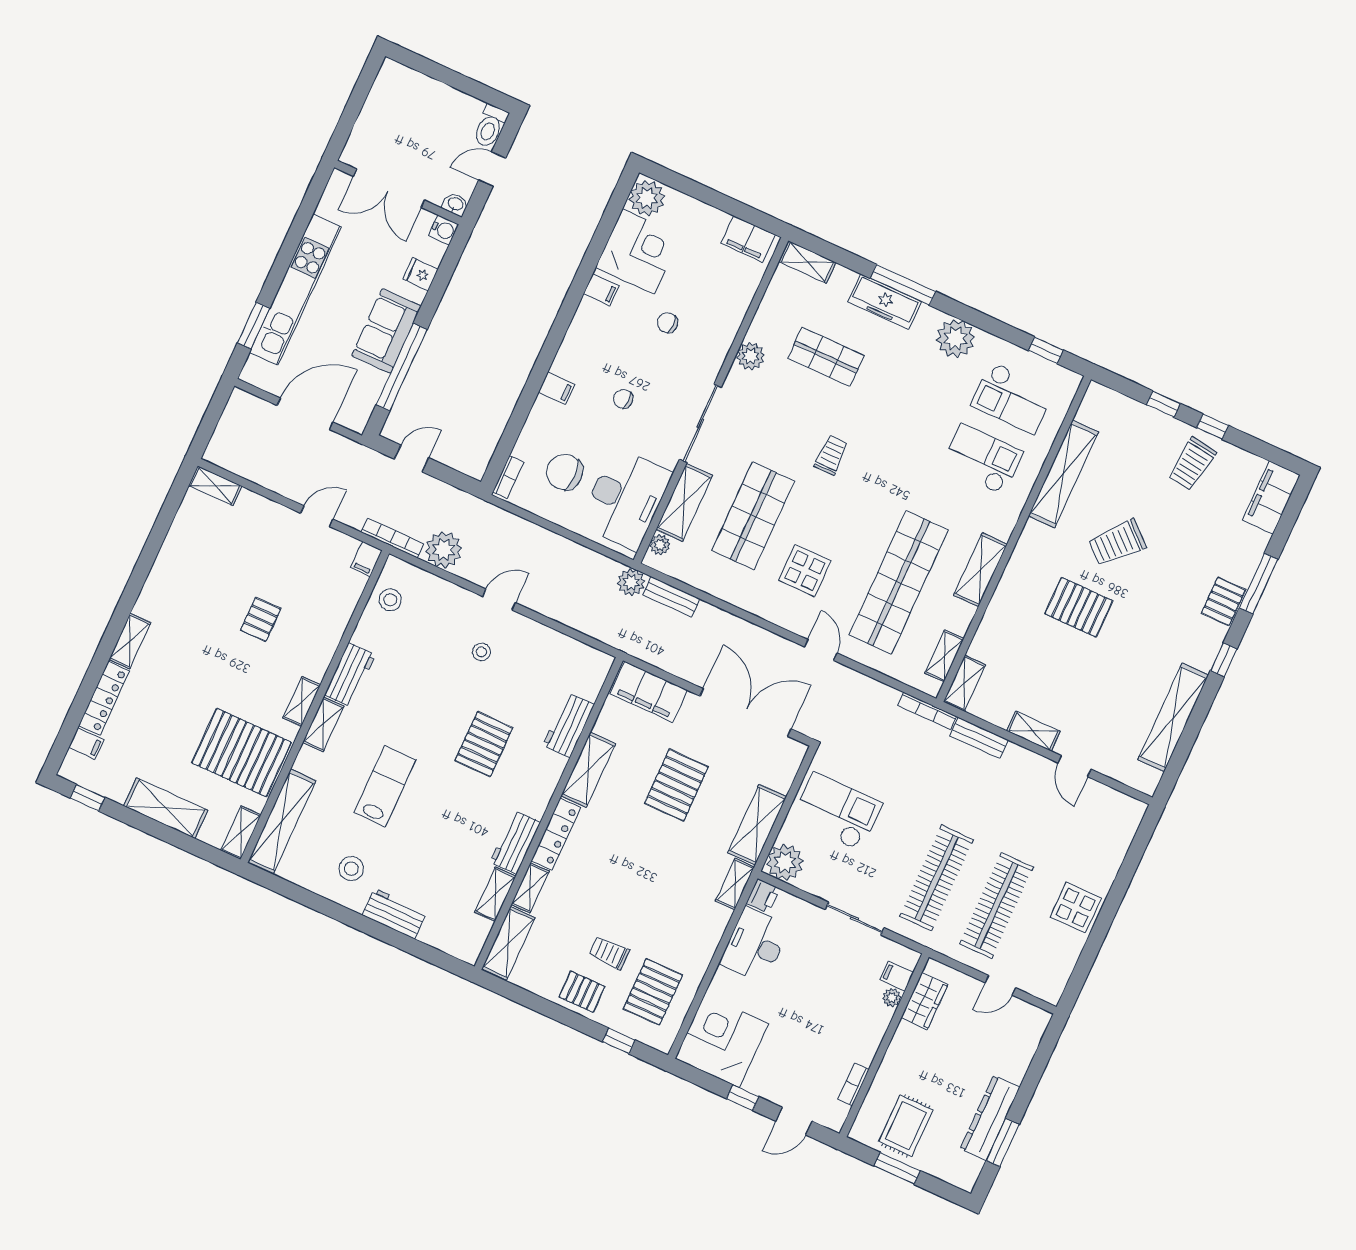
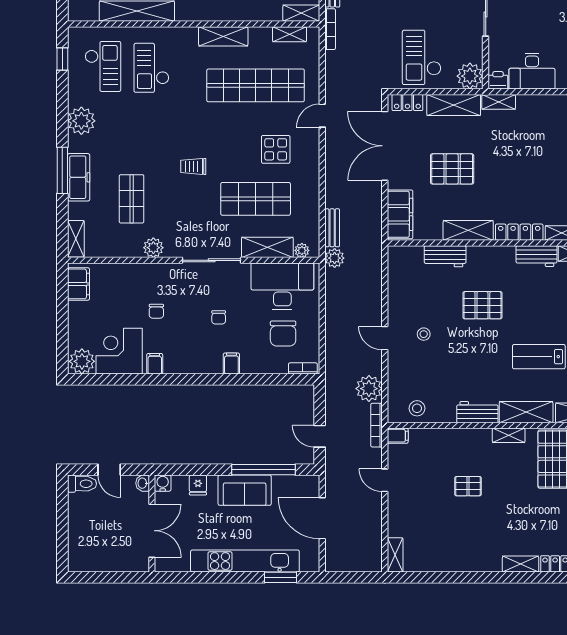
shelving: (323, 724) -> (526, 412), width x1.50, depth x1.33
locker: (788, 767) -> (407, 102), added

